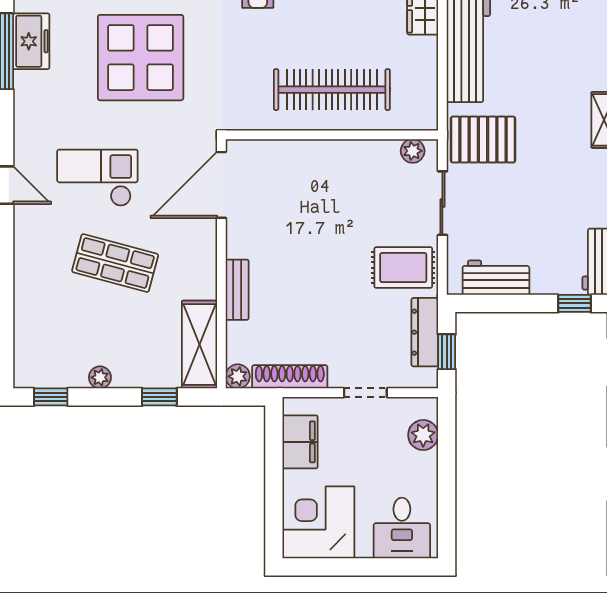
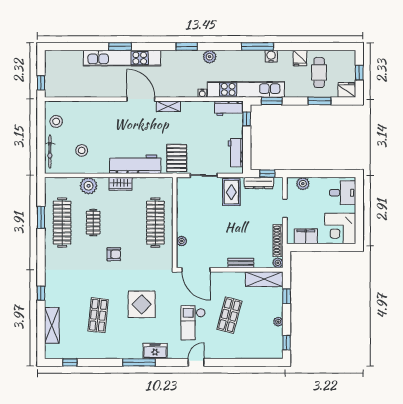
freezer: (31, 41) -> (155, 351), moved
display table: (141, 58) -> (142, 304), width x0.73, depth x0.73
plant: (413, 151) -> (182, 241), moved

